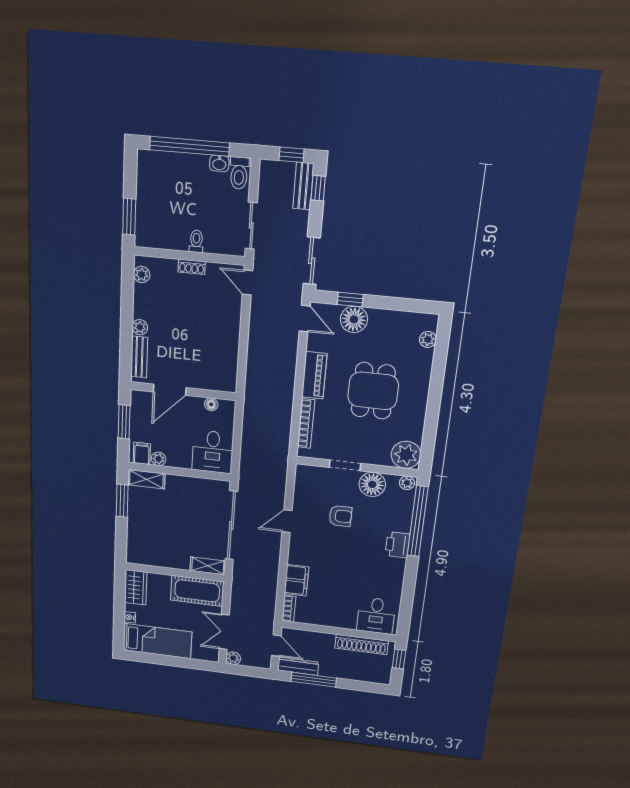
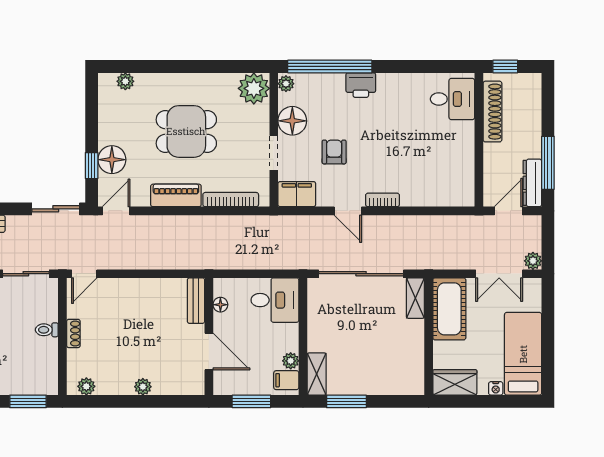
bench: (139, 357) -> (196, 301), moved, turned 90
filing cabinet: (296, 580) -> (297, 194), moved
bookcase: (289, 608) -> (383, 200), moved

